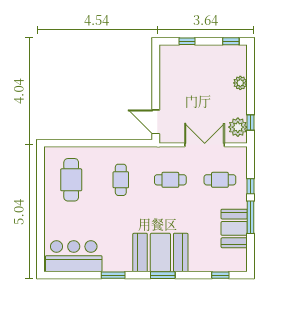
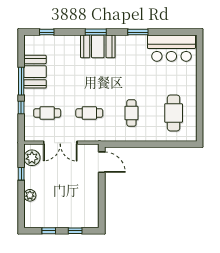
window: (231, 41) -> (49, 231), moved
window: (251, 122) -> (21, 174), moved
booth: (160, 252) -> (98, 46), width x0.73, depth x0.70

